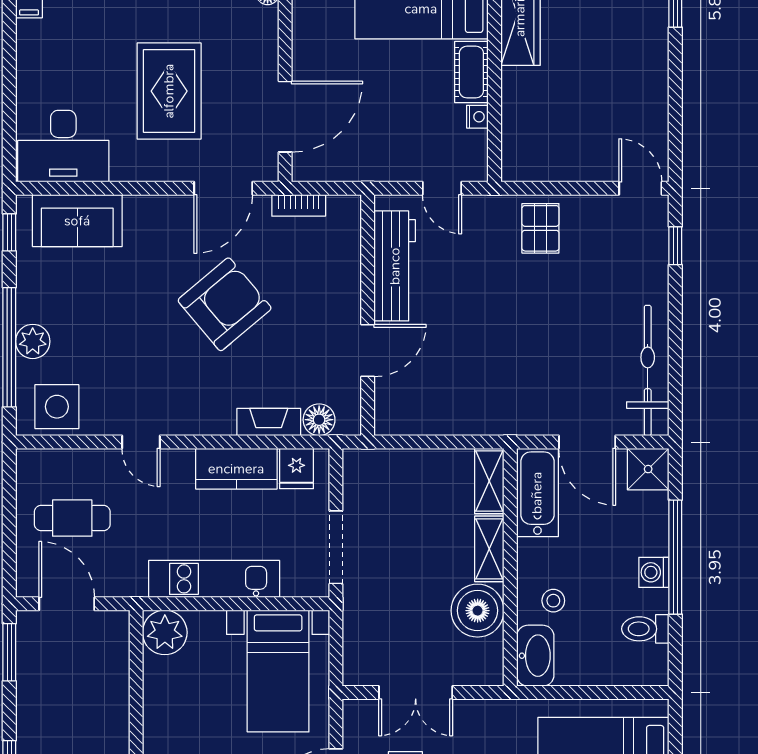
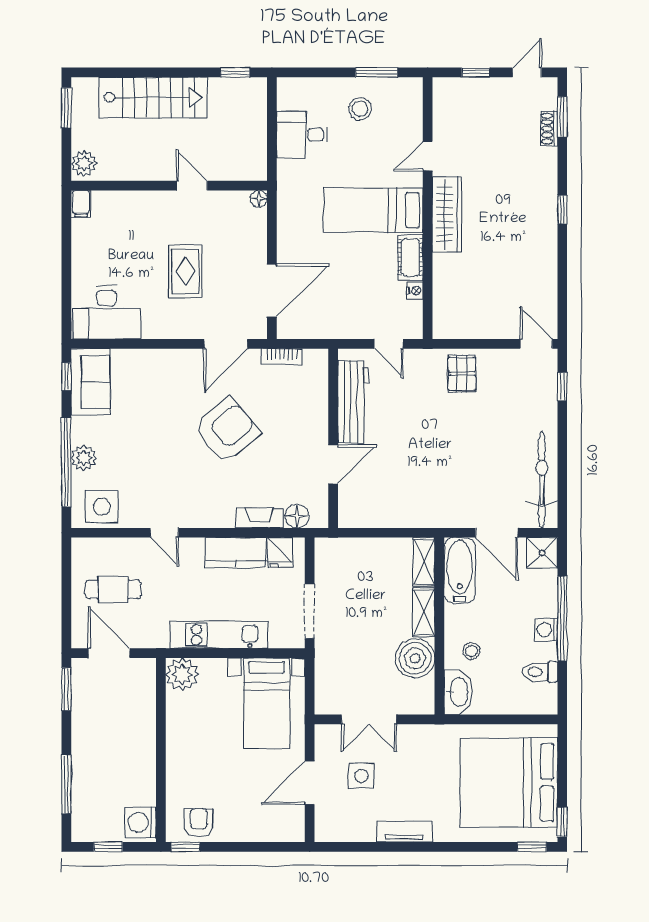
rug: (169, 91) -> (185, 271), width x0.73, depth x0.70
sofa: (77, 221) -> (90, 382), moved, turned -90

